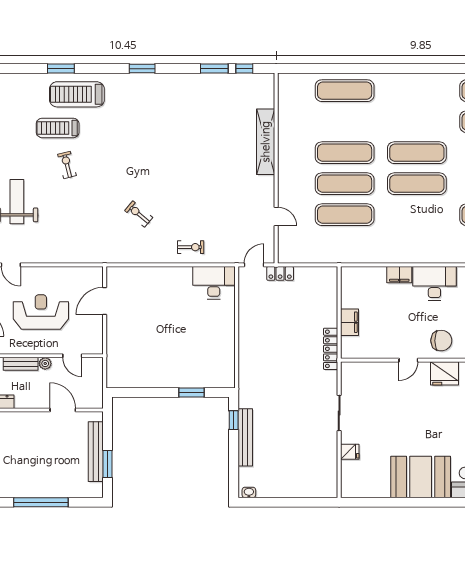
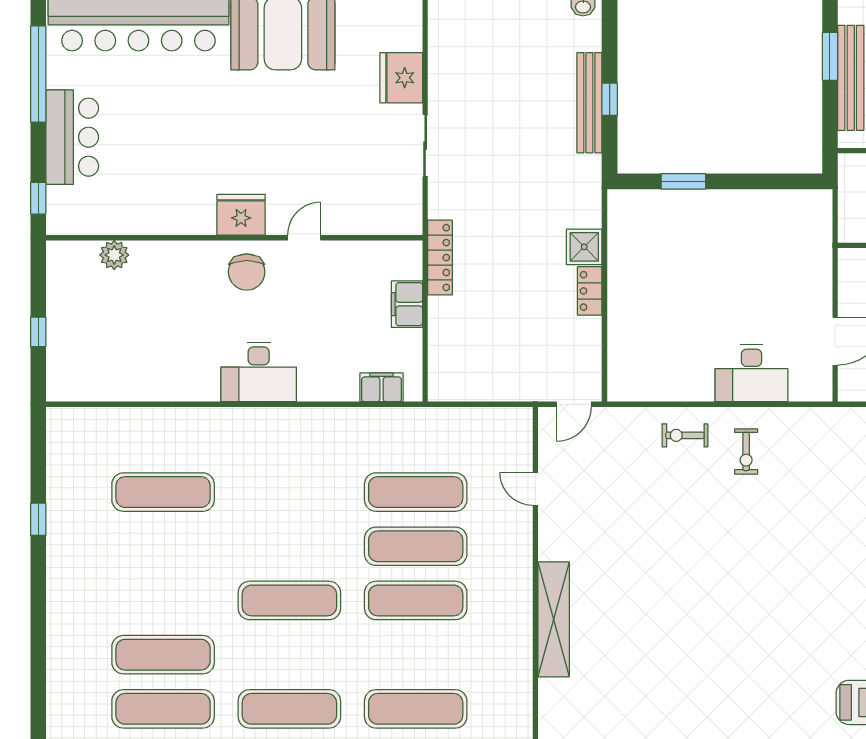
exercise mat: (417, 184) -> (289, 709), moved
exercise bike: (139, 214) -> (746, 452), moved, turned 50
locker: (280, 273) -> (590, 291), moved, turned -90
filing cabinet: (399, 275) -> (381, 387), moved
desk: (214, 283) -> (752, 373), moved
chair: (441, 341) -> (247, 272), turned -90
shower: (248, 355) -> (584, 247), added
window: (234, 420) -> (610, 99), moved
fridge: (350, 452) -> (401, 78), width x1.88, depth x1.34

